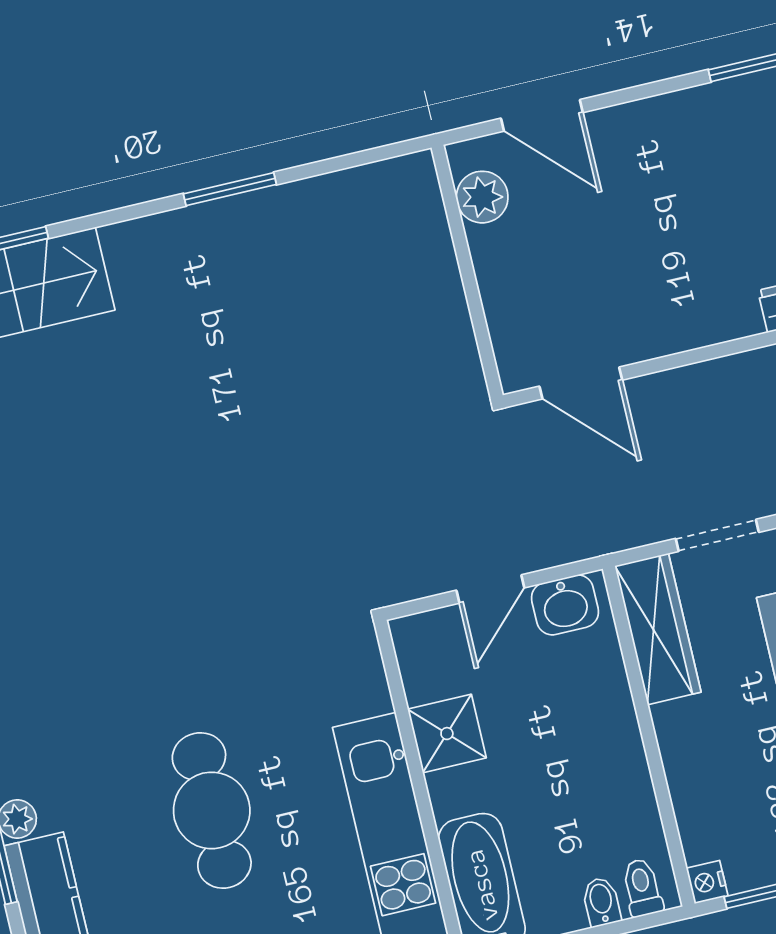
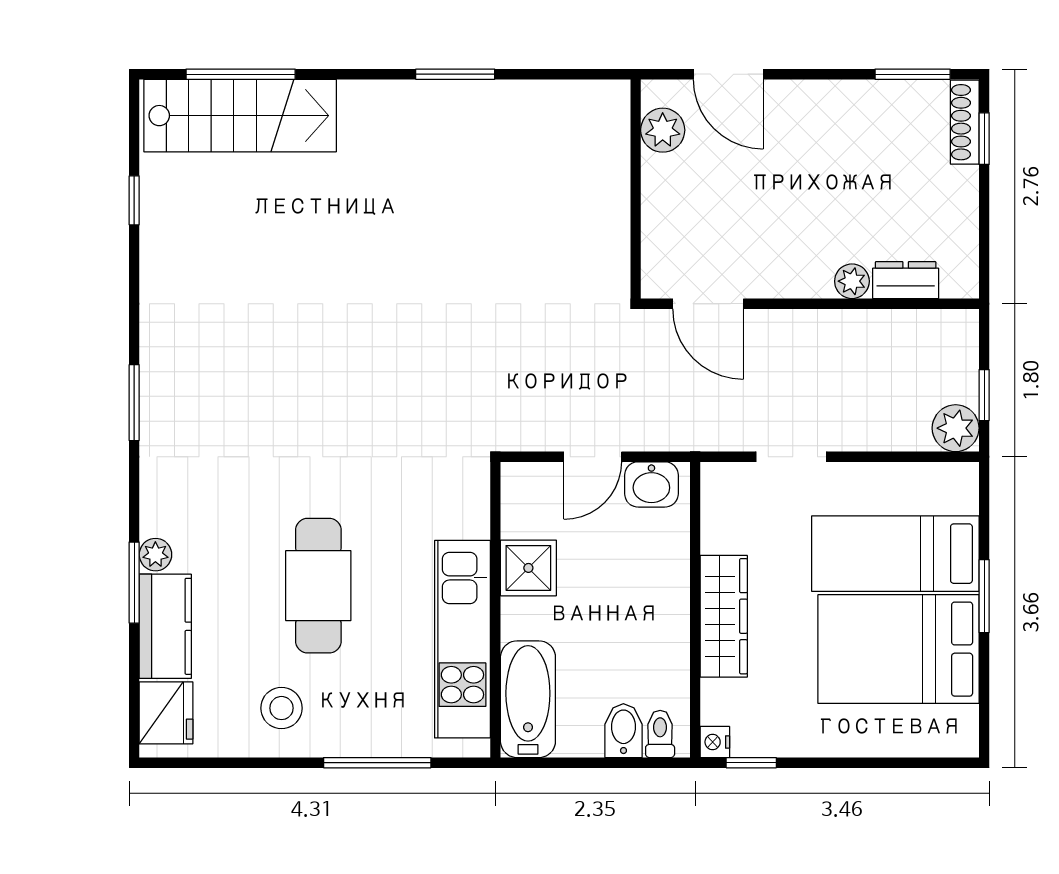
plant: (739, 319) -> (852, 281), added
wardrobe: (658, 629) -> (724, 616), moved
bidet: (601, 902) -> (623, 731), width x1.38, depth x1.36

